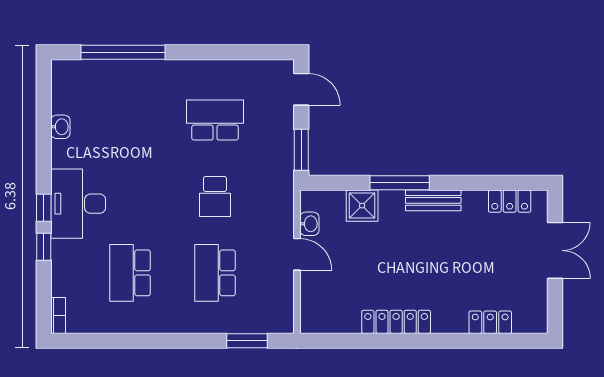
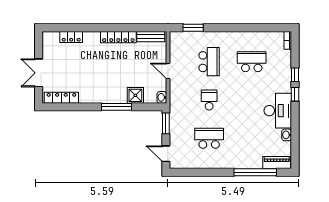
piano: (80, 72) -> (277, 162), added
school desk: (215, 120) -> (209, 138), turned 180
bench: (433, 200) -> (151, 37), moved
locker: (510, 201) -> (61, 98), width x1.53
desk: (78, 204) -> (278, 111), moved
washbasin: (309, 224) -> (162, 97), moved
school desk: (130, 273) -> (252, 62), turned -90

